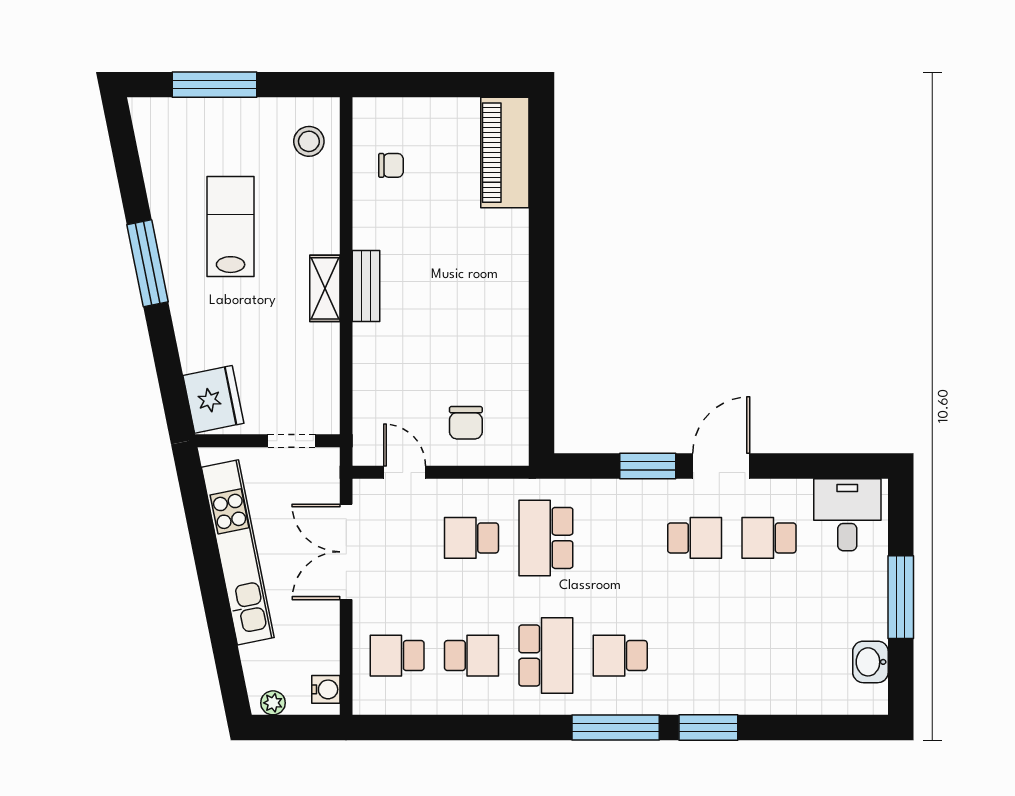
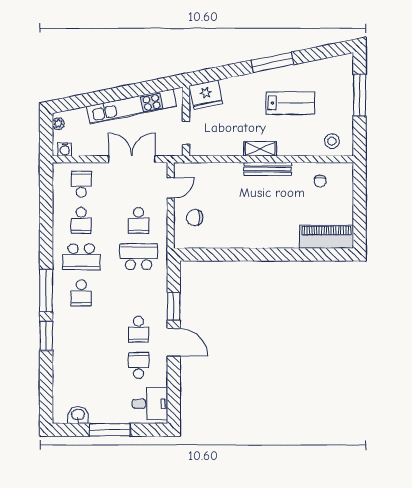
bench: (366, 286) -> (268, 169), width x1.36
school desk: (471, 538) -> (139, 220), turned 180
school desk: (620, 656) -> (81, 293), turned 180

